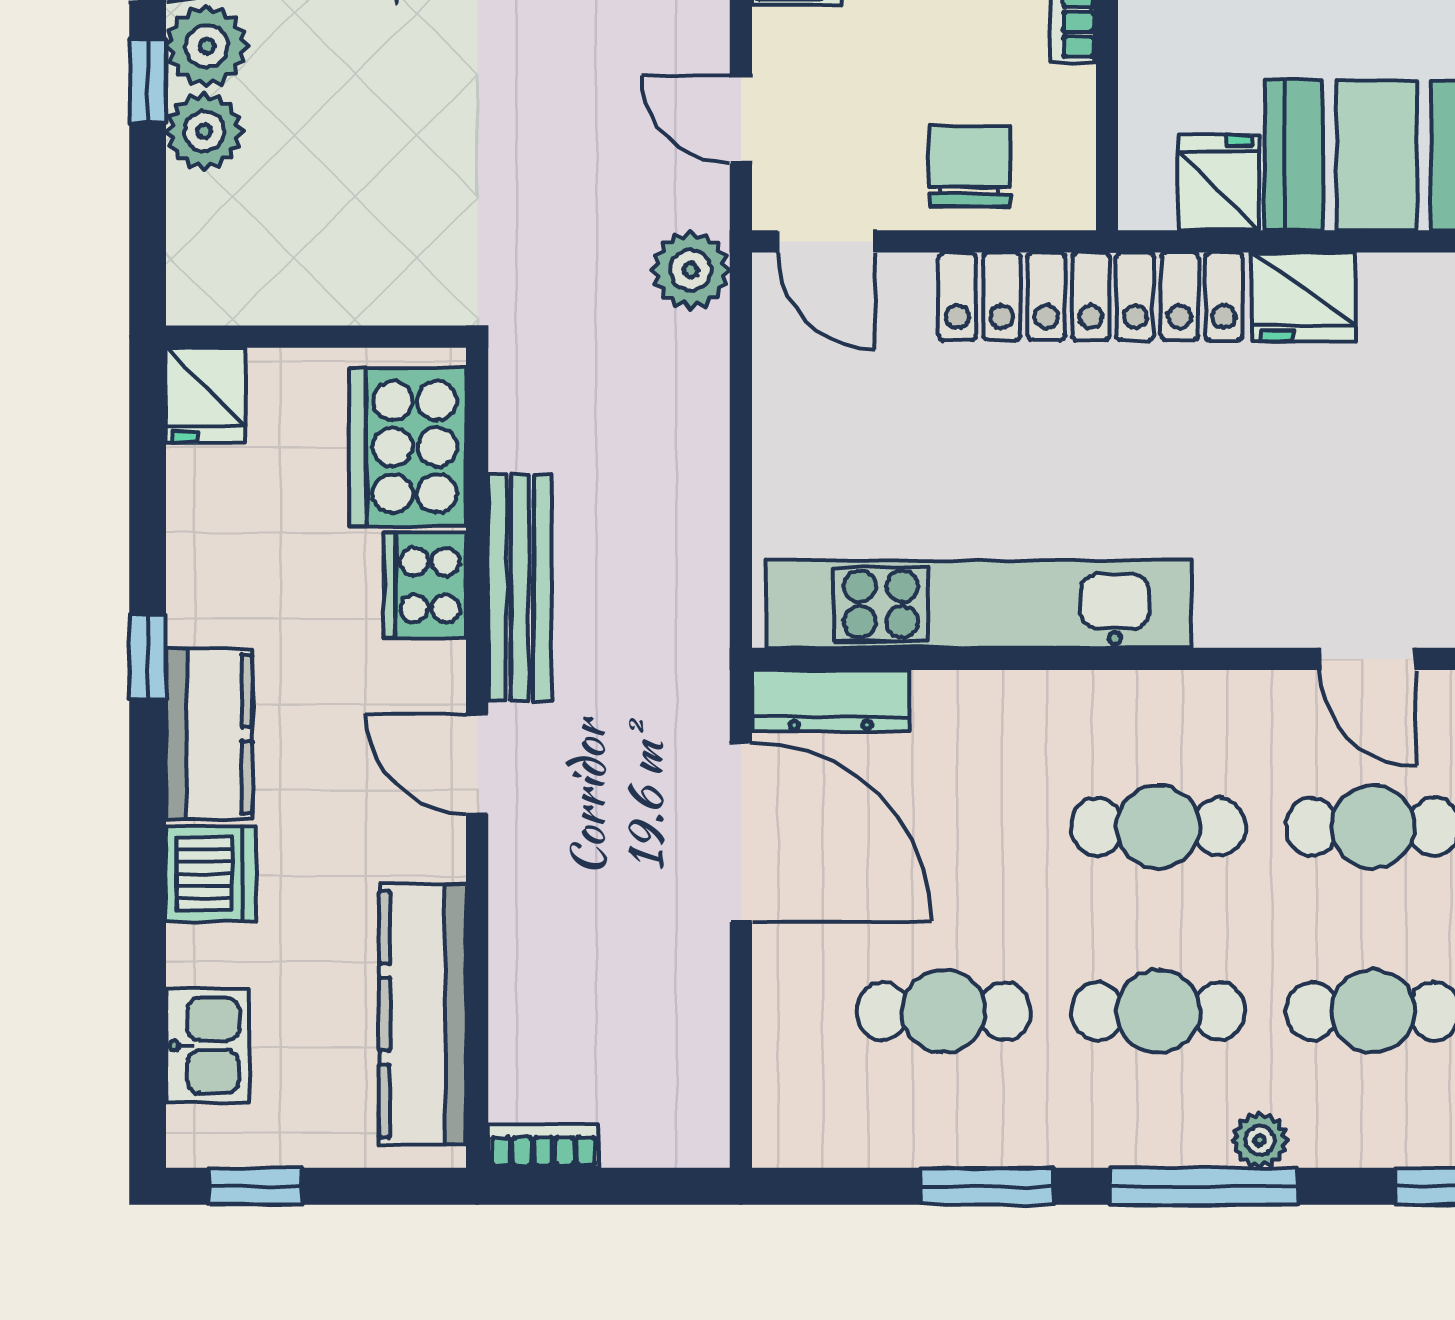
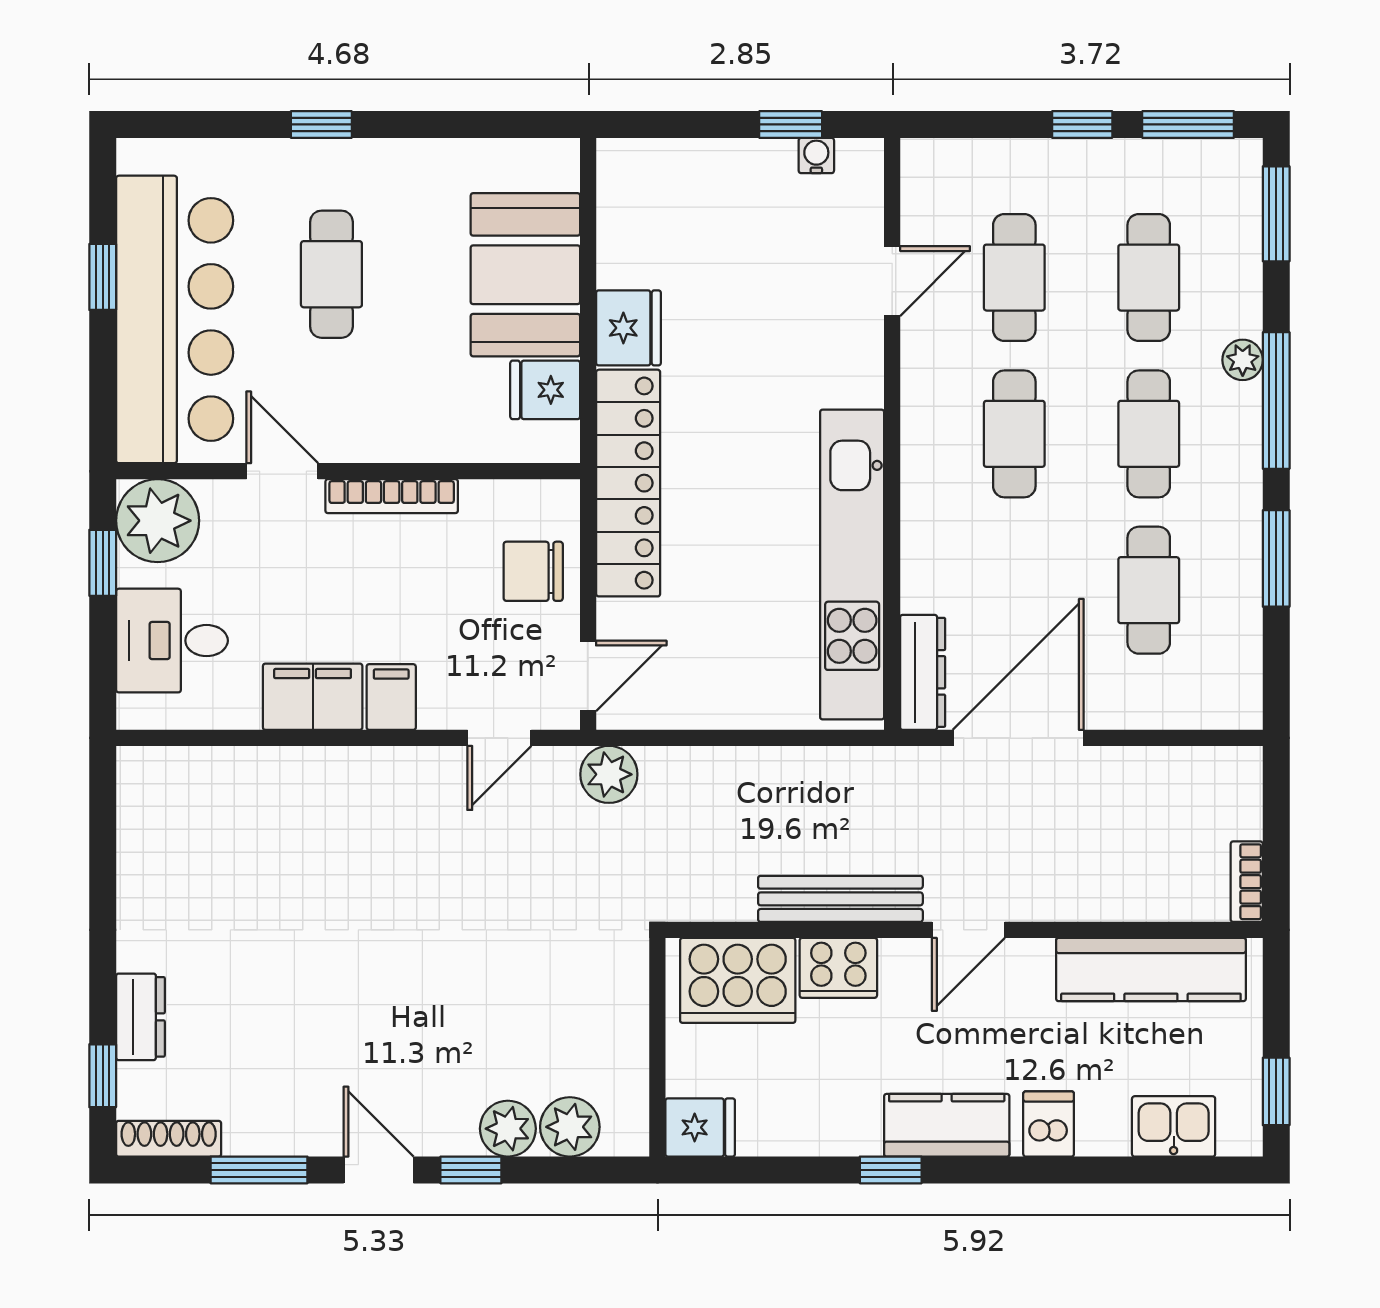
plant: (207, 46) -> (570, 1127), moved
dishwasher: (211, 874) -> (1049, 1124), width x0.73

